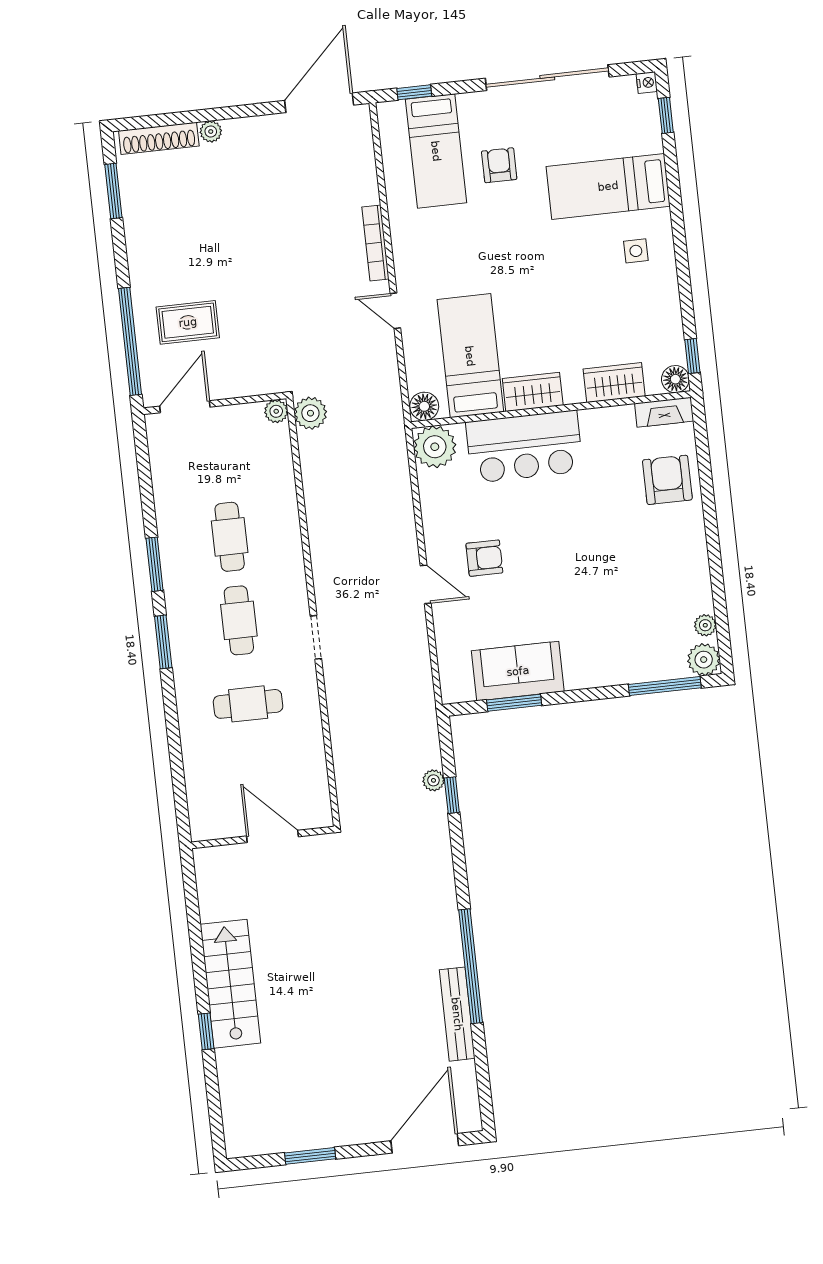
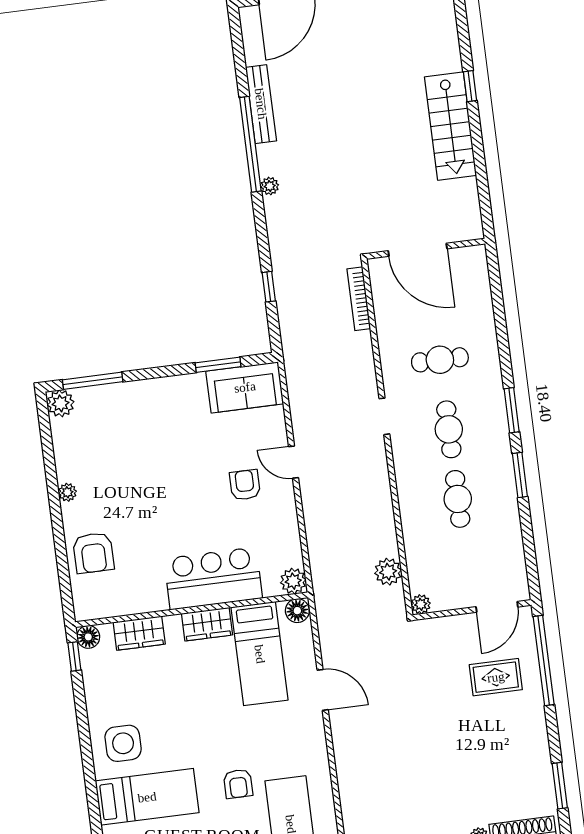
armchair: (499, 165) -> (238, 784), moved
bookcase: (375, 243) -> (359, 299), moved, turned 180
side table: (636, 251) -> (123, 743), width x1.87, depth x1.87
door: (395, 311) -> (323, 690), width x1.38
fireplace: (664, 412) -> (97, 609), removed
plant: (310, 413) -> (388, 572), moved
plant: (435, 447) -> (293, 581), width x0.73, depth x0.73
armchair: (484, 558) -> (245, 485), turned 90
plant: (705, 625) -> (67, 492), moved
sofa: (518, 671) -> (245, 387), moved
plant: (433, 780) -> (270, 186), moved
door: (272, 836) -> (418, 250), width x1.36

